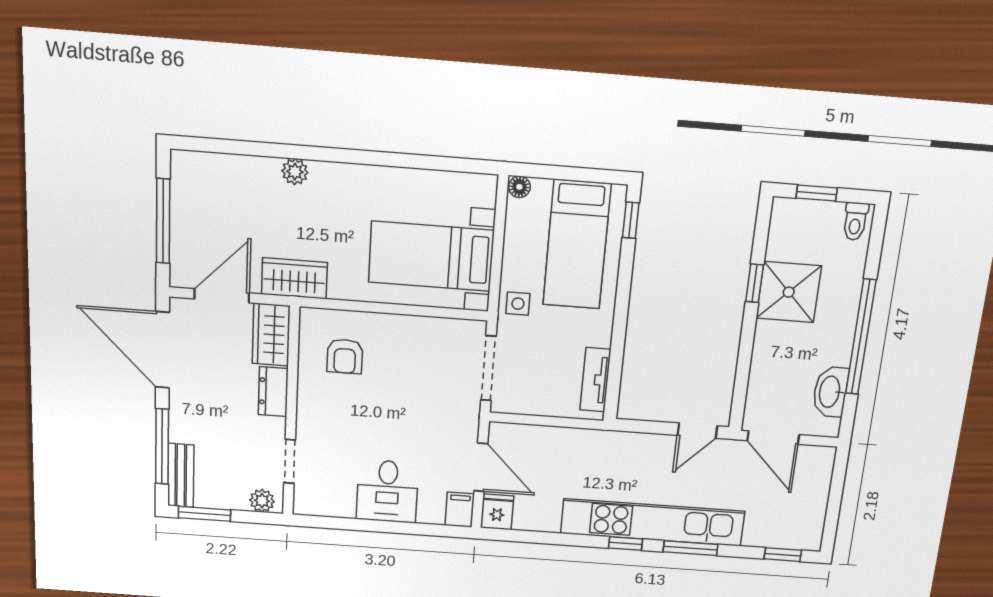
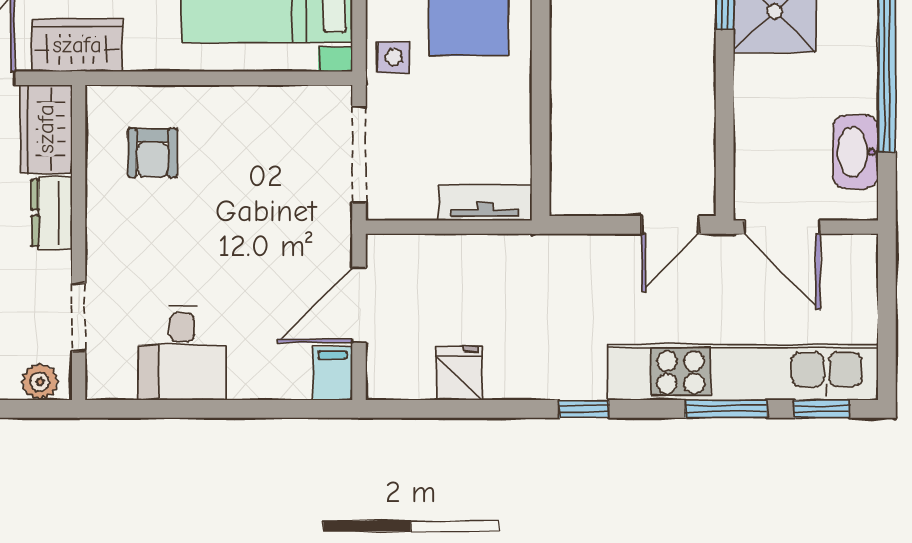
tv unit: (595, 380) -> (485, 203), moved, turned 90
door: (481, 467) -> (359, 305), swing flipped
desk: (387, 491) -> (182, 353), moved
fridge: (497, 512) -> (459, 373), moved
kitchen unit: (653, 522) -> (743, 372), moved
window: (690, 548) -> (726, 409), moved

